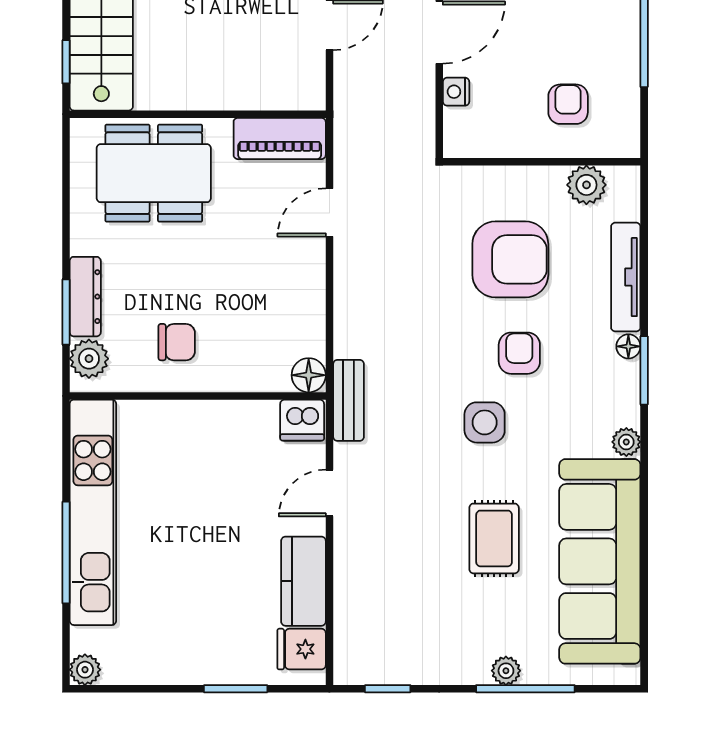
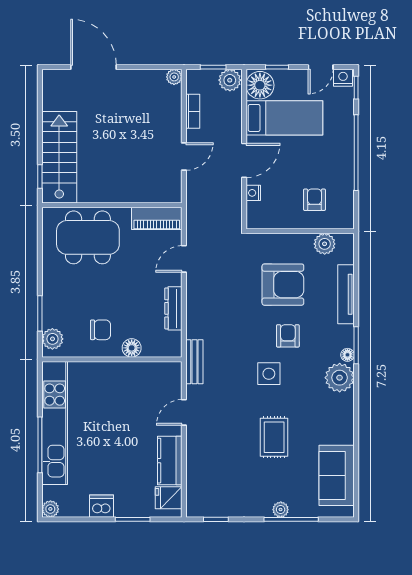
dresser: (85, 297) -> (173, 308), moved, turned 180
floor lamp: (628, 346) -> (347, 355), moved
floor lamp: (309, 375) -> (132, 348), moved
dishwasher: (302, 420) -> (102, 506), moved, turned 180
plant: (626, 442) -> (340, 378), width x1.87, depth x1.87
sofa: (600, 561) -> (337, 475), width x0.54, depth x0.79

